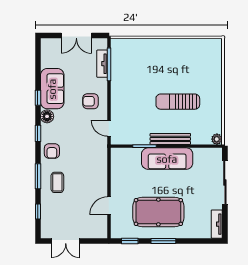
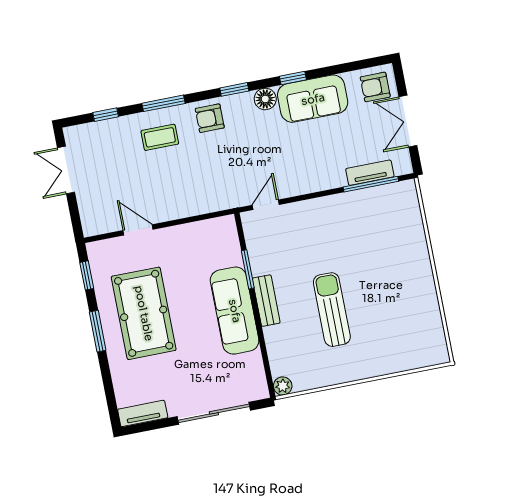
armchair: (91, 101) -> (375, 87), moved, turned -90
bench: (170, 139) -> (266, 301), width x0.73

